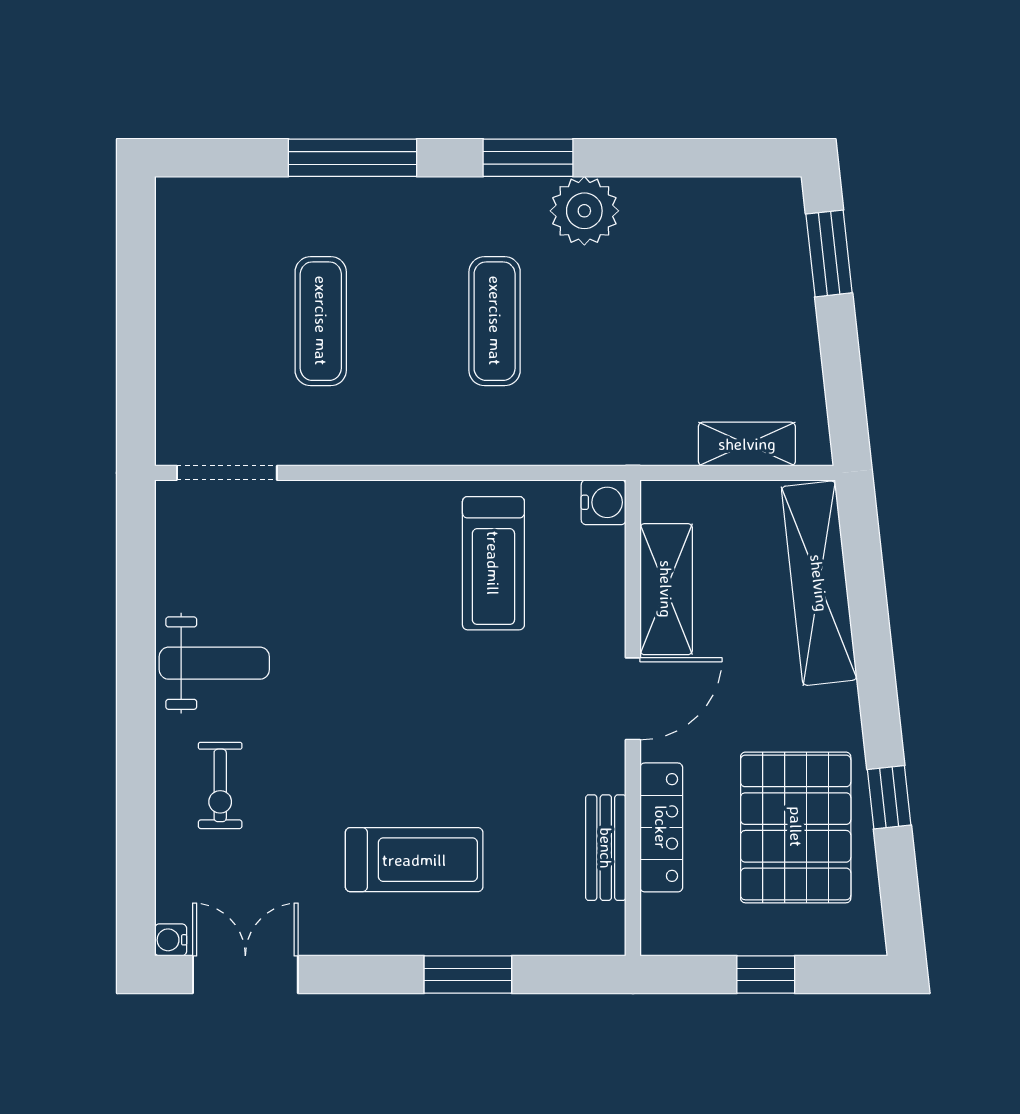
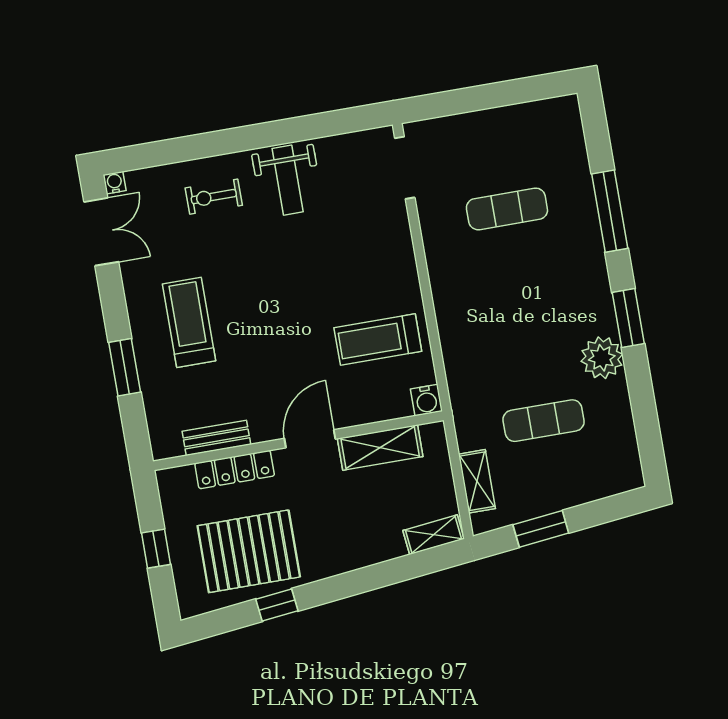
window: (829, 253) -> (541, 529), moved
exercise mat: (495, 321) -> (544, 421), moved
shelving: (819, 583) -> (433, 535), width x0.45, depth x0.75
door: (633, 699) -> (310, 439), swing flipped
treadmill: (414, 860) -> (189, 322), turned 180

